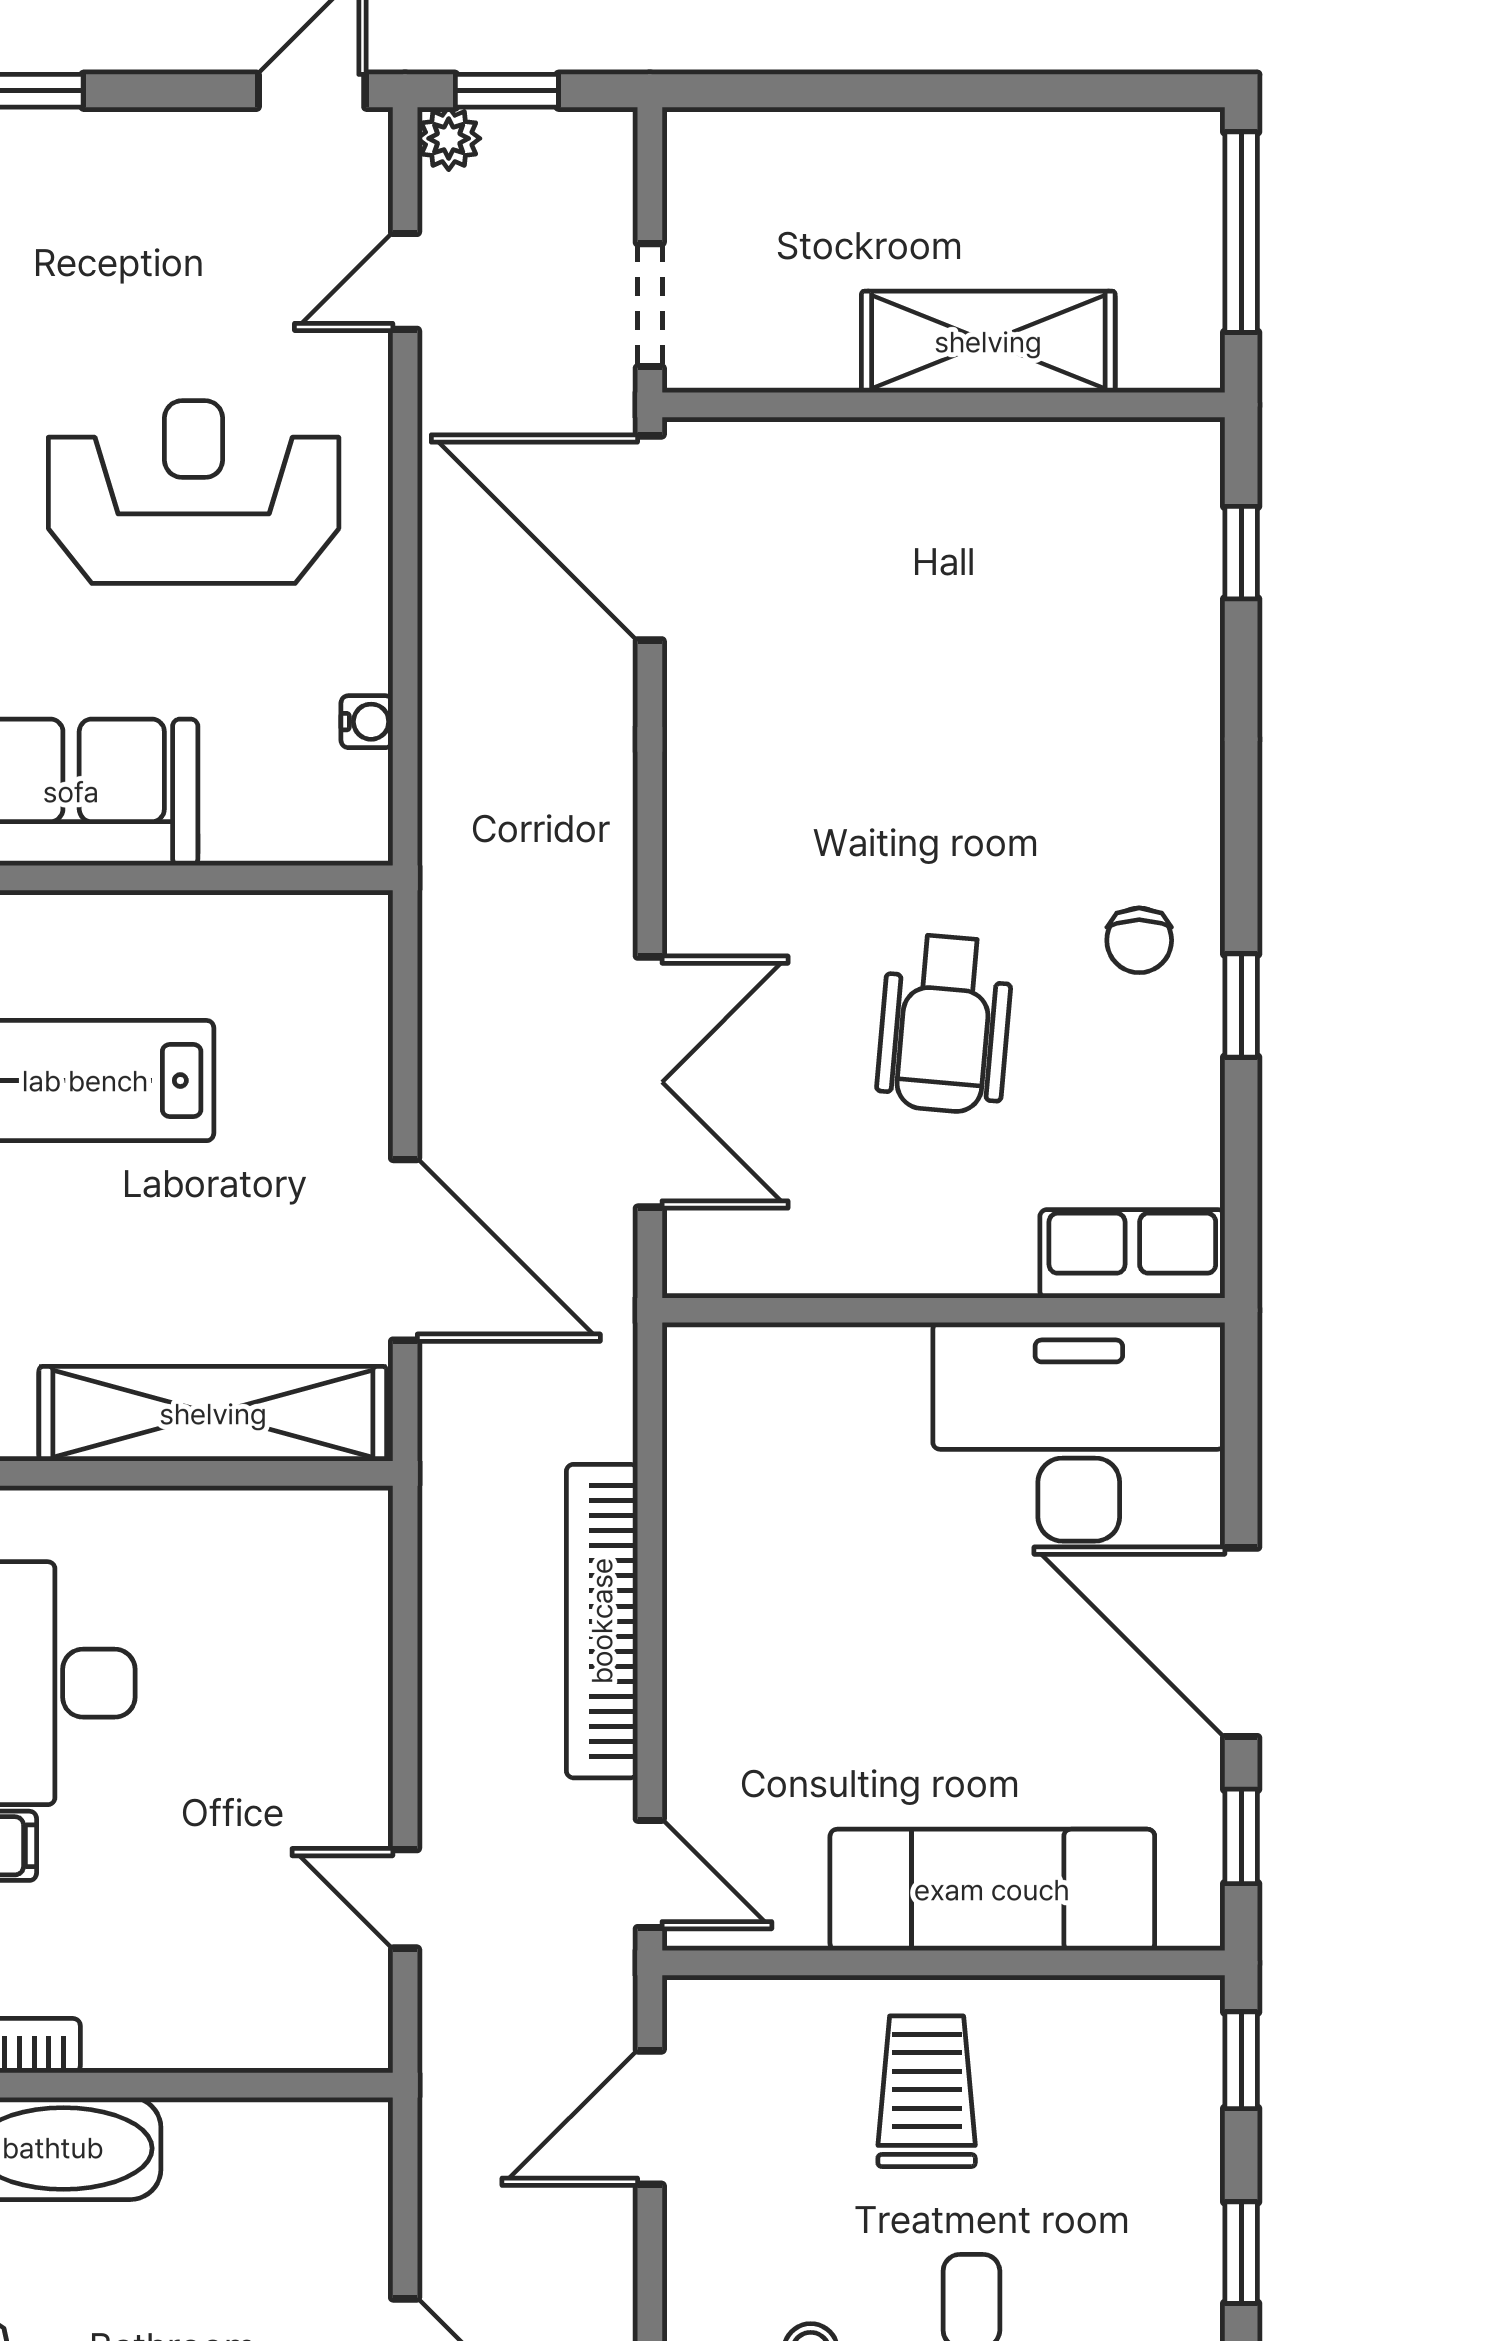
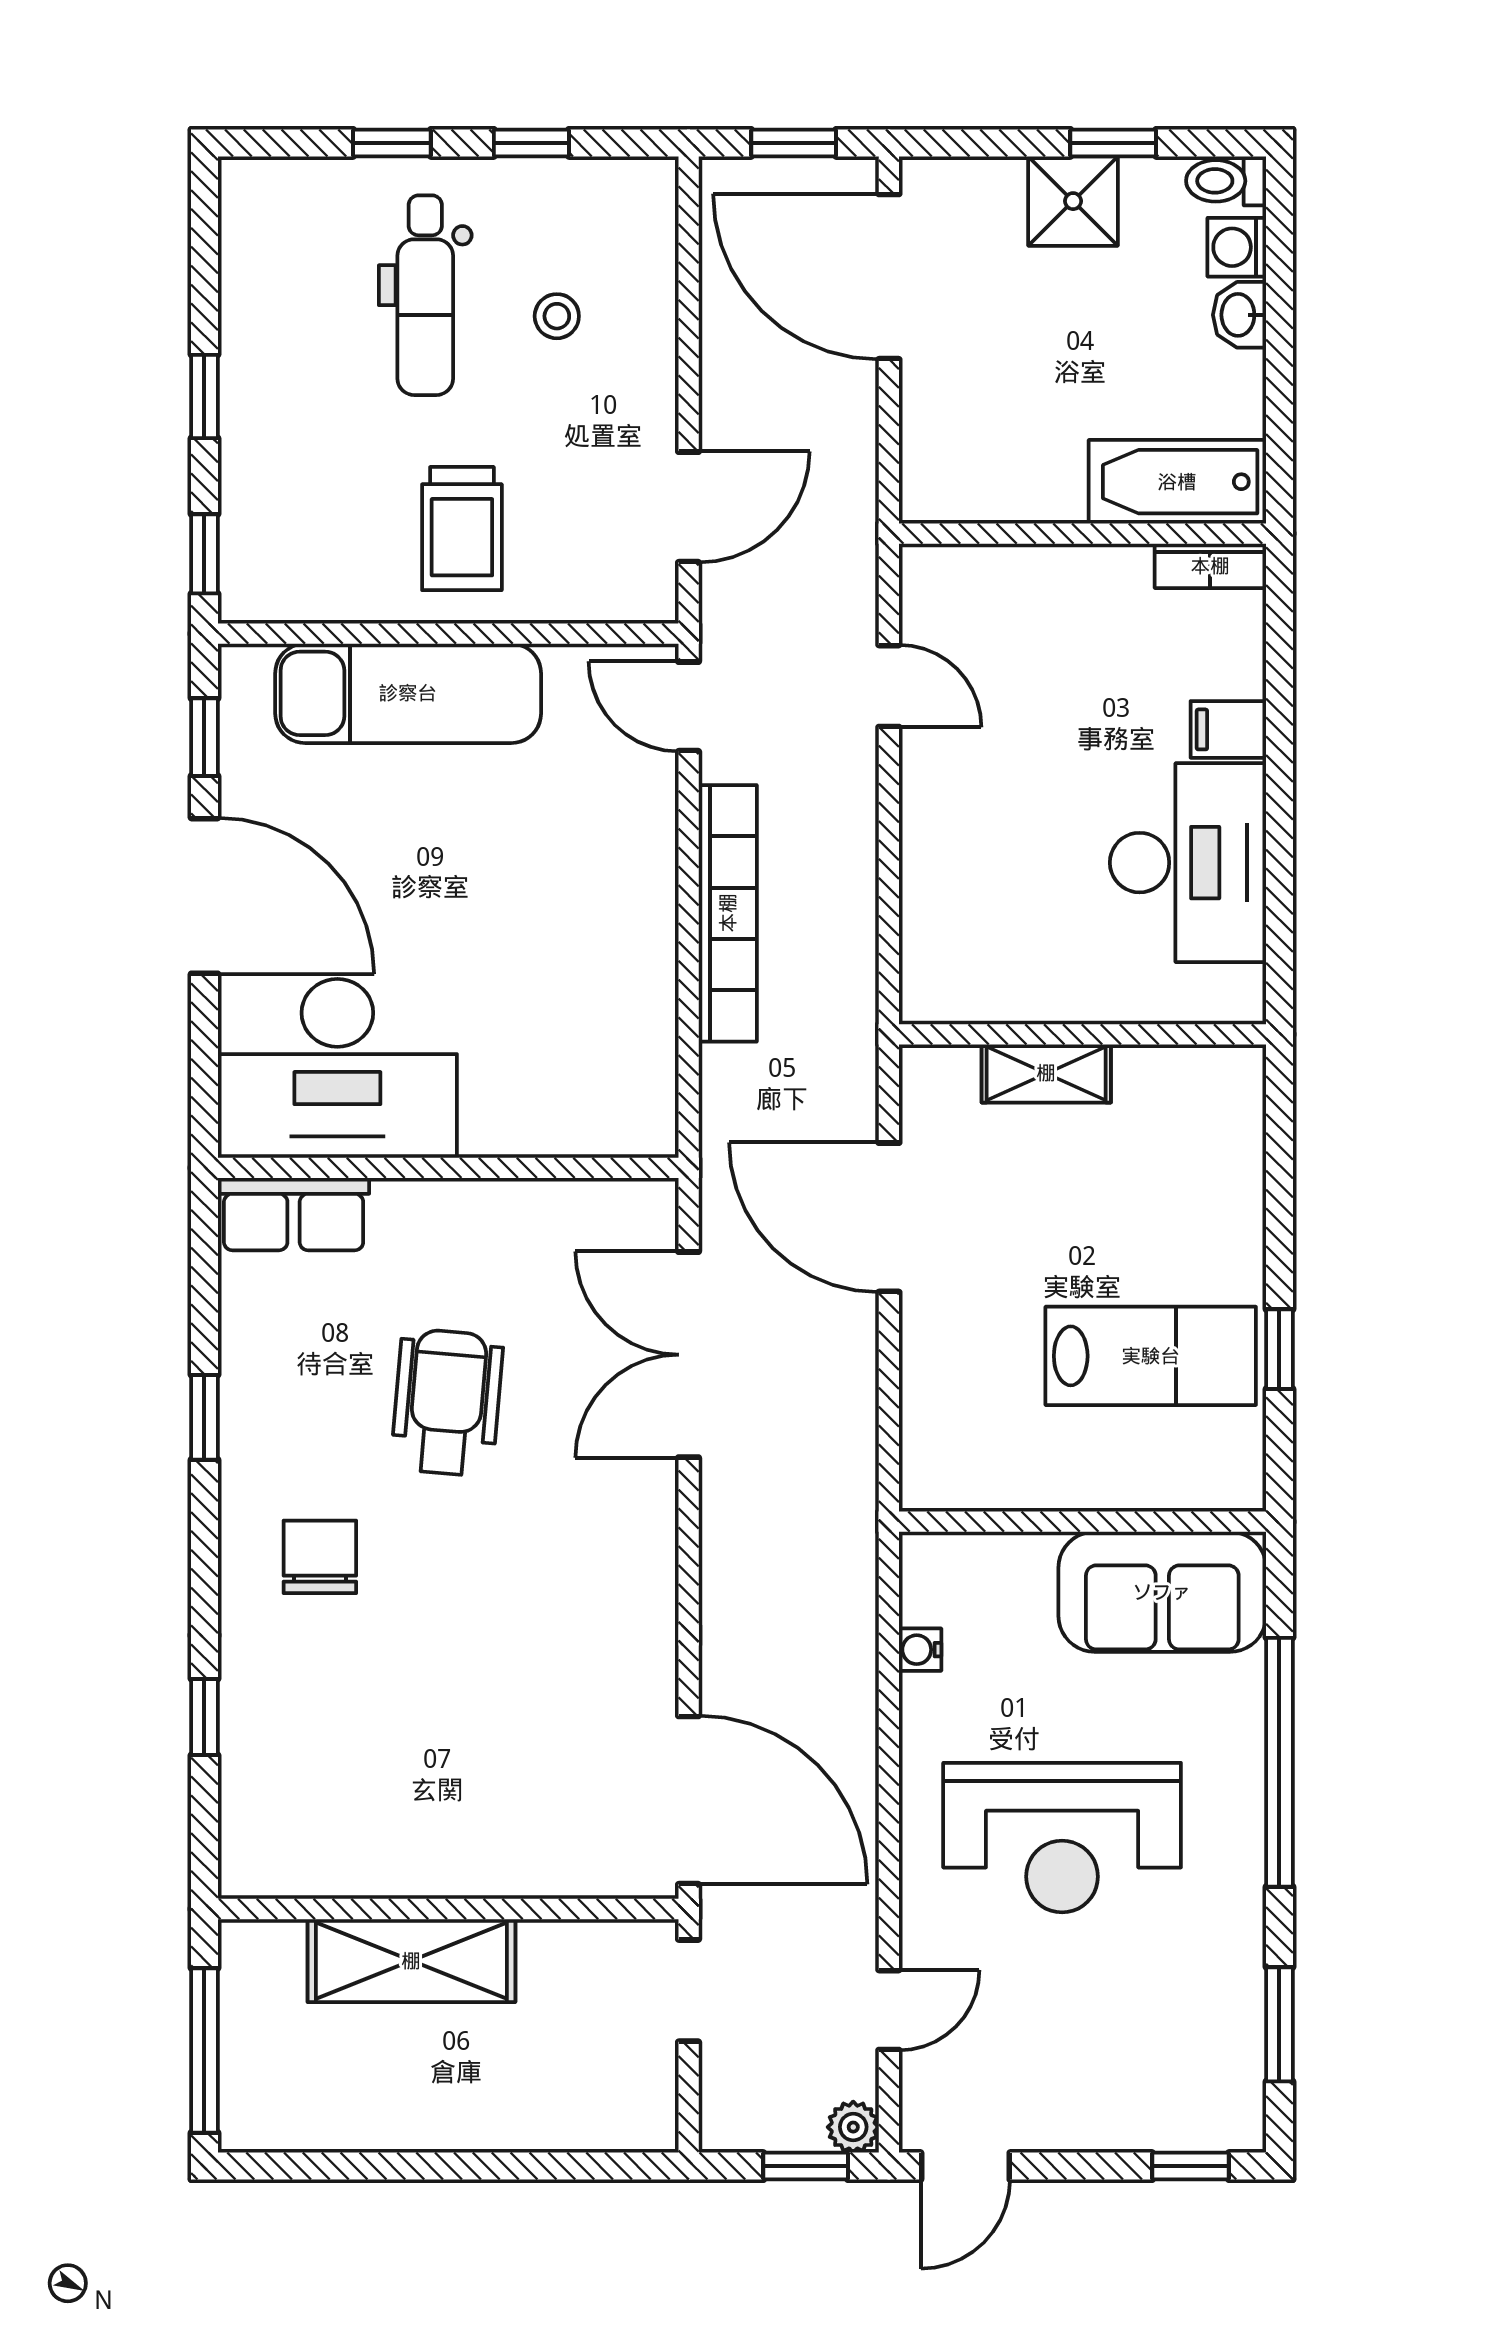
window: (1241, 553) -> (204, 1717), moved
chair: (1139, 940) -> (320, 1557), moved, width x1.37, depth x1.37
shelving: (213, 1414) -> (1046, 1073), width x0.45, depth x0.75

